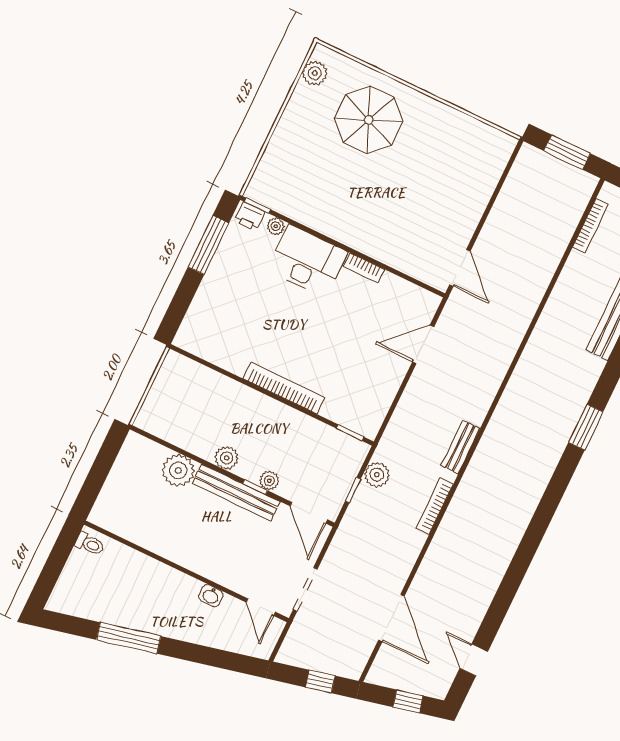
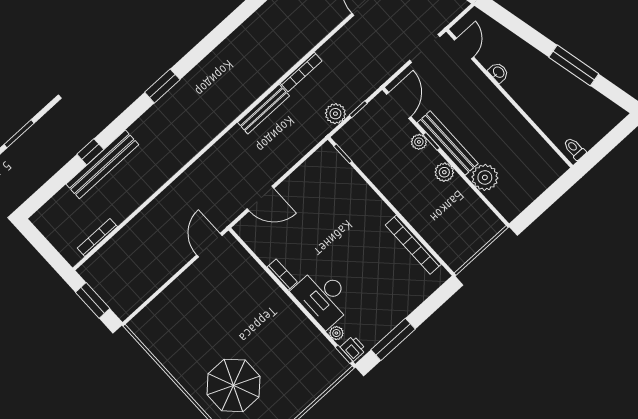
bookcase: (284, 388) -> (413, 245), moved
bench: (460, 447) -> (263, 109), width x1.36

